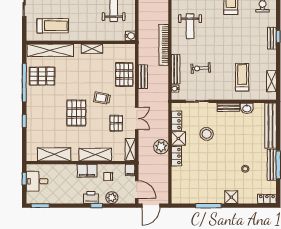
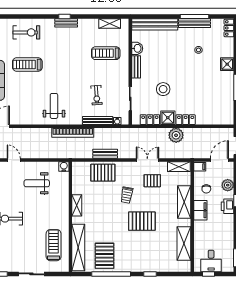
weight bench: (190, 26) -> (54, 106), turned -90

